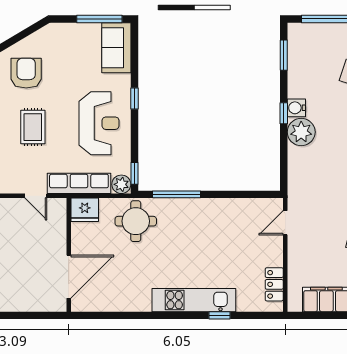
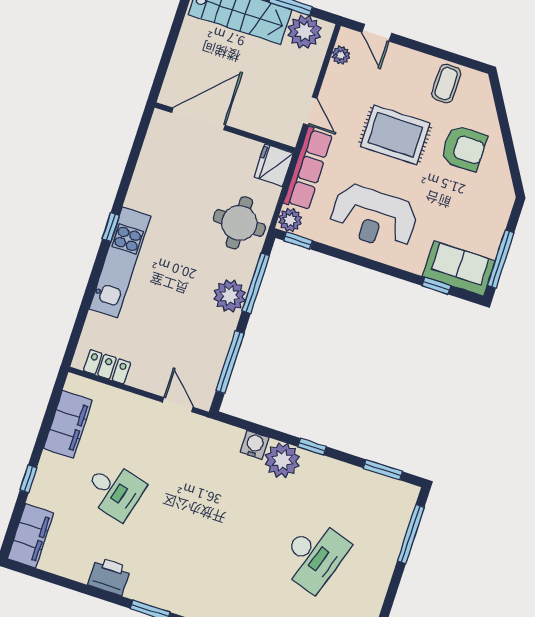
window: (135, 99) -> (436, 286), moved
water cooler: (296, 108) -> (255, 445), moved
rug: (33, 127) -> (395, 135), width x1.36, depth x1.43
window: (241, 194) -> (230, 362), added
door: (36, 196) -> (310, 111), swing flipped
plant: (192, 211) -> (230, 296), added
door: (69, 277) -> (198, 119), swing flipped
window: (219, 315) -> (111, 227), moved

